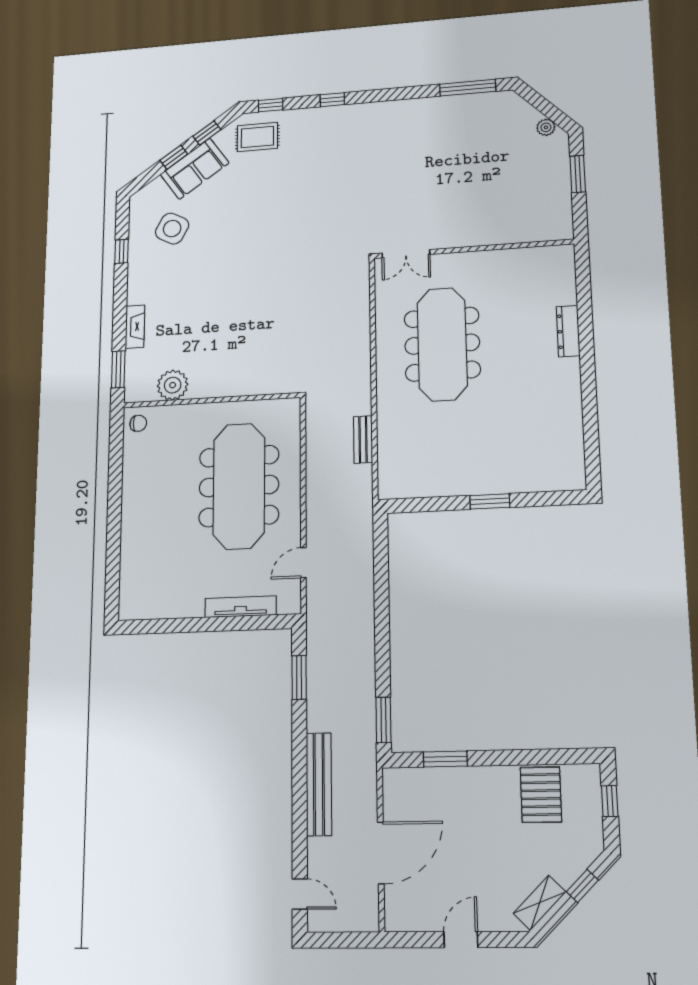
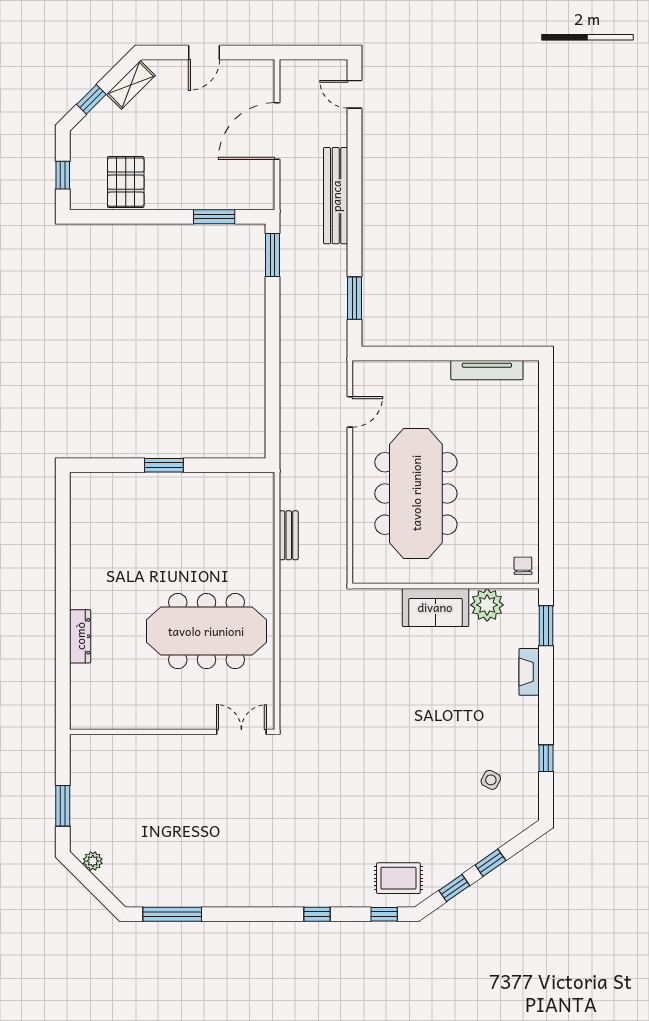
sofa: (195, 169) -> (435, 607), moved, turned -145
side table: (172, 229) -> (491, 780), width x0.54, depth x0.54
meeting table: (442, 344) -> (206, 631), turned 90
chair: (138, 423) -> (523, 566), turned 89
tv unit: (241, 607) -> (487, 370), moved

